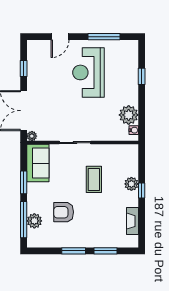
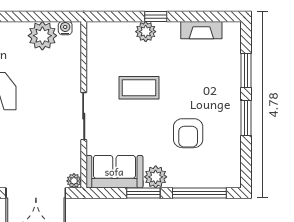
plant: (34, 221) -> (156, 177), moved

